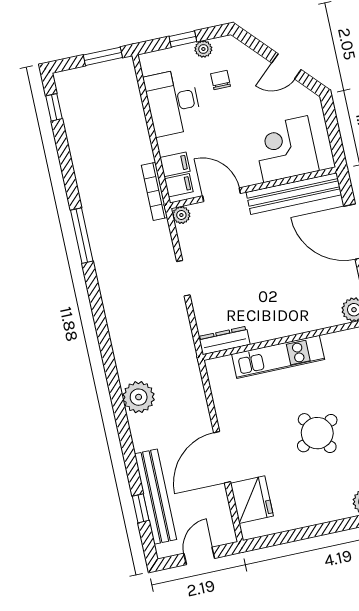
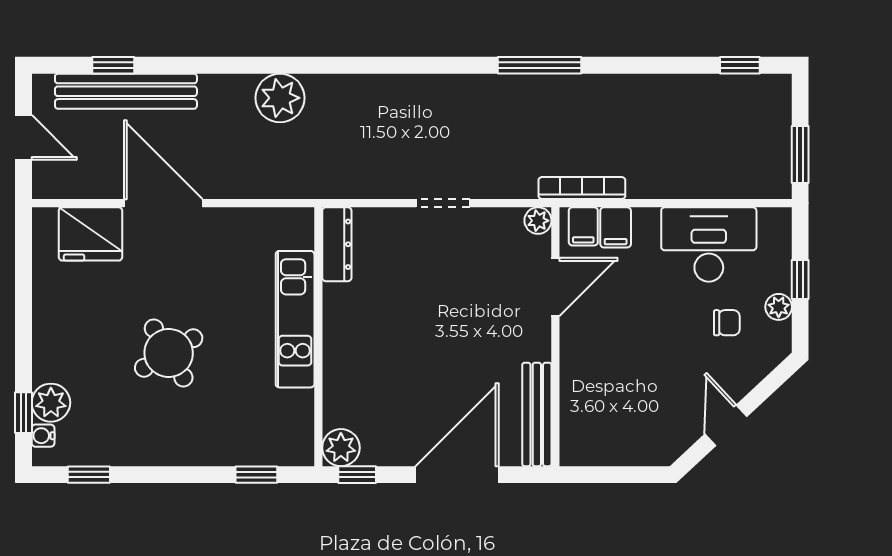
corner desk: (286, 149) -> (603, 398), removed
bench: (294, 194) -> (537, 414), width x0.73, depth x0.82

